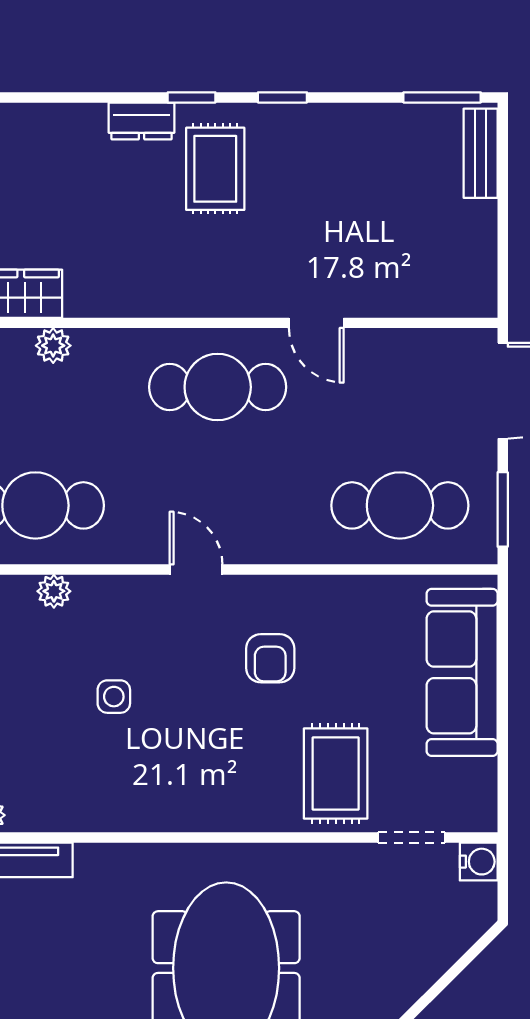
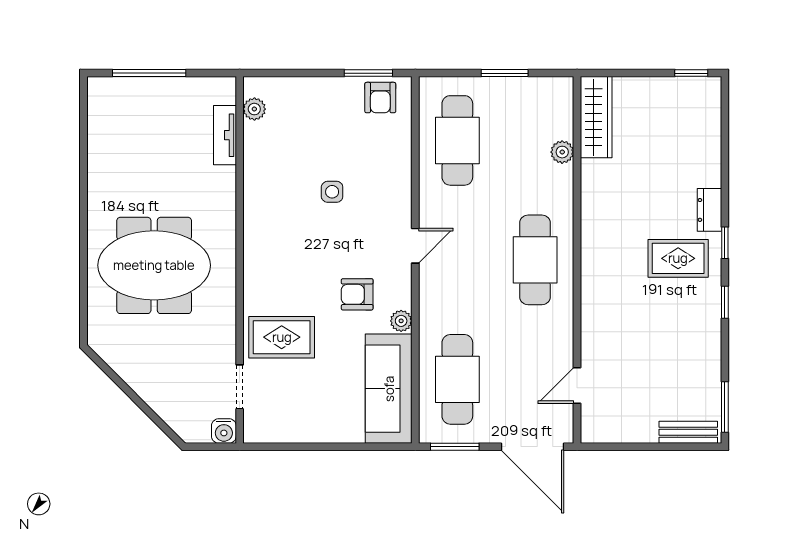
door: (316, 323) -> (577, 386), moved
plant: (54, 591) -> (401, 321), moved
sofa: (462, 672) -> (389, 389), moved, turned -90

